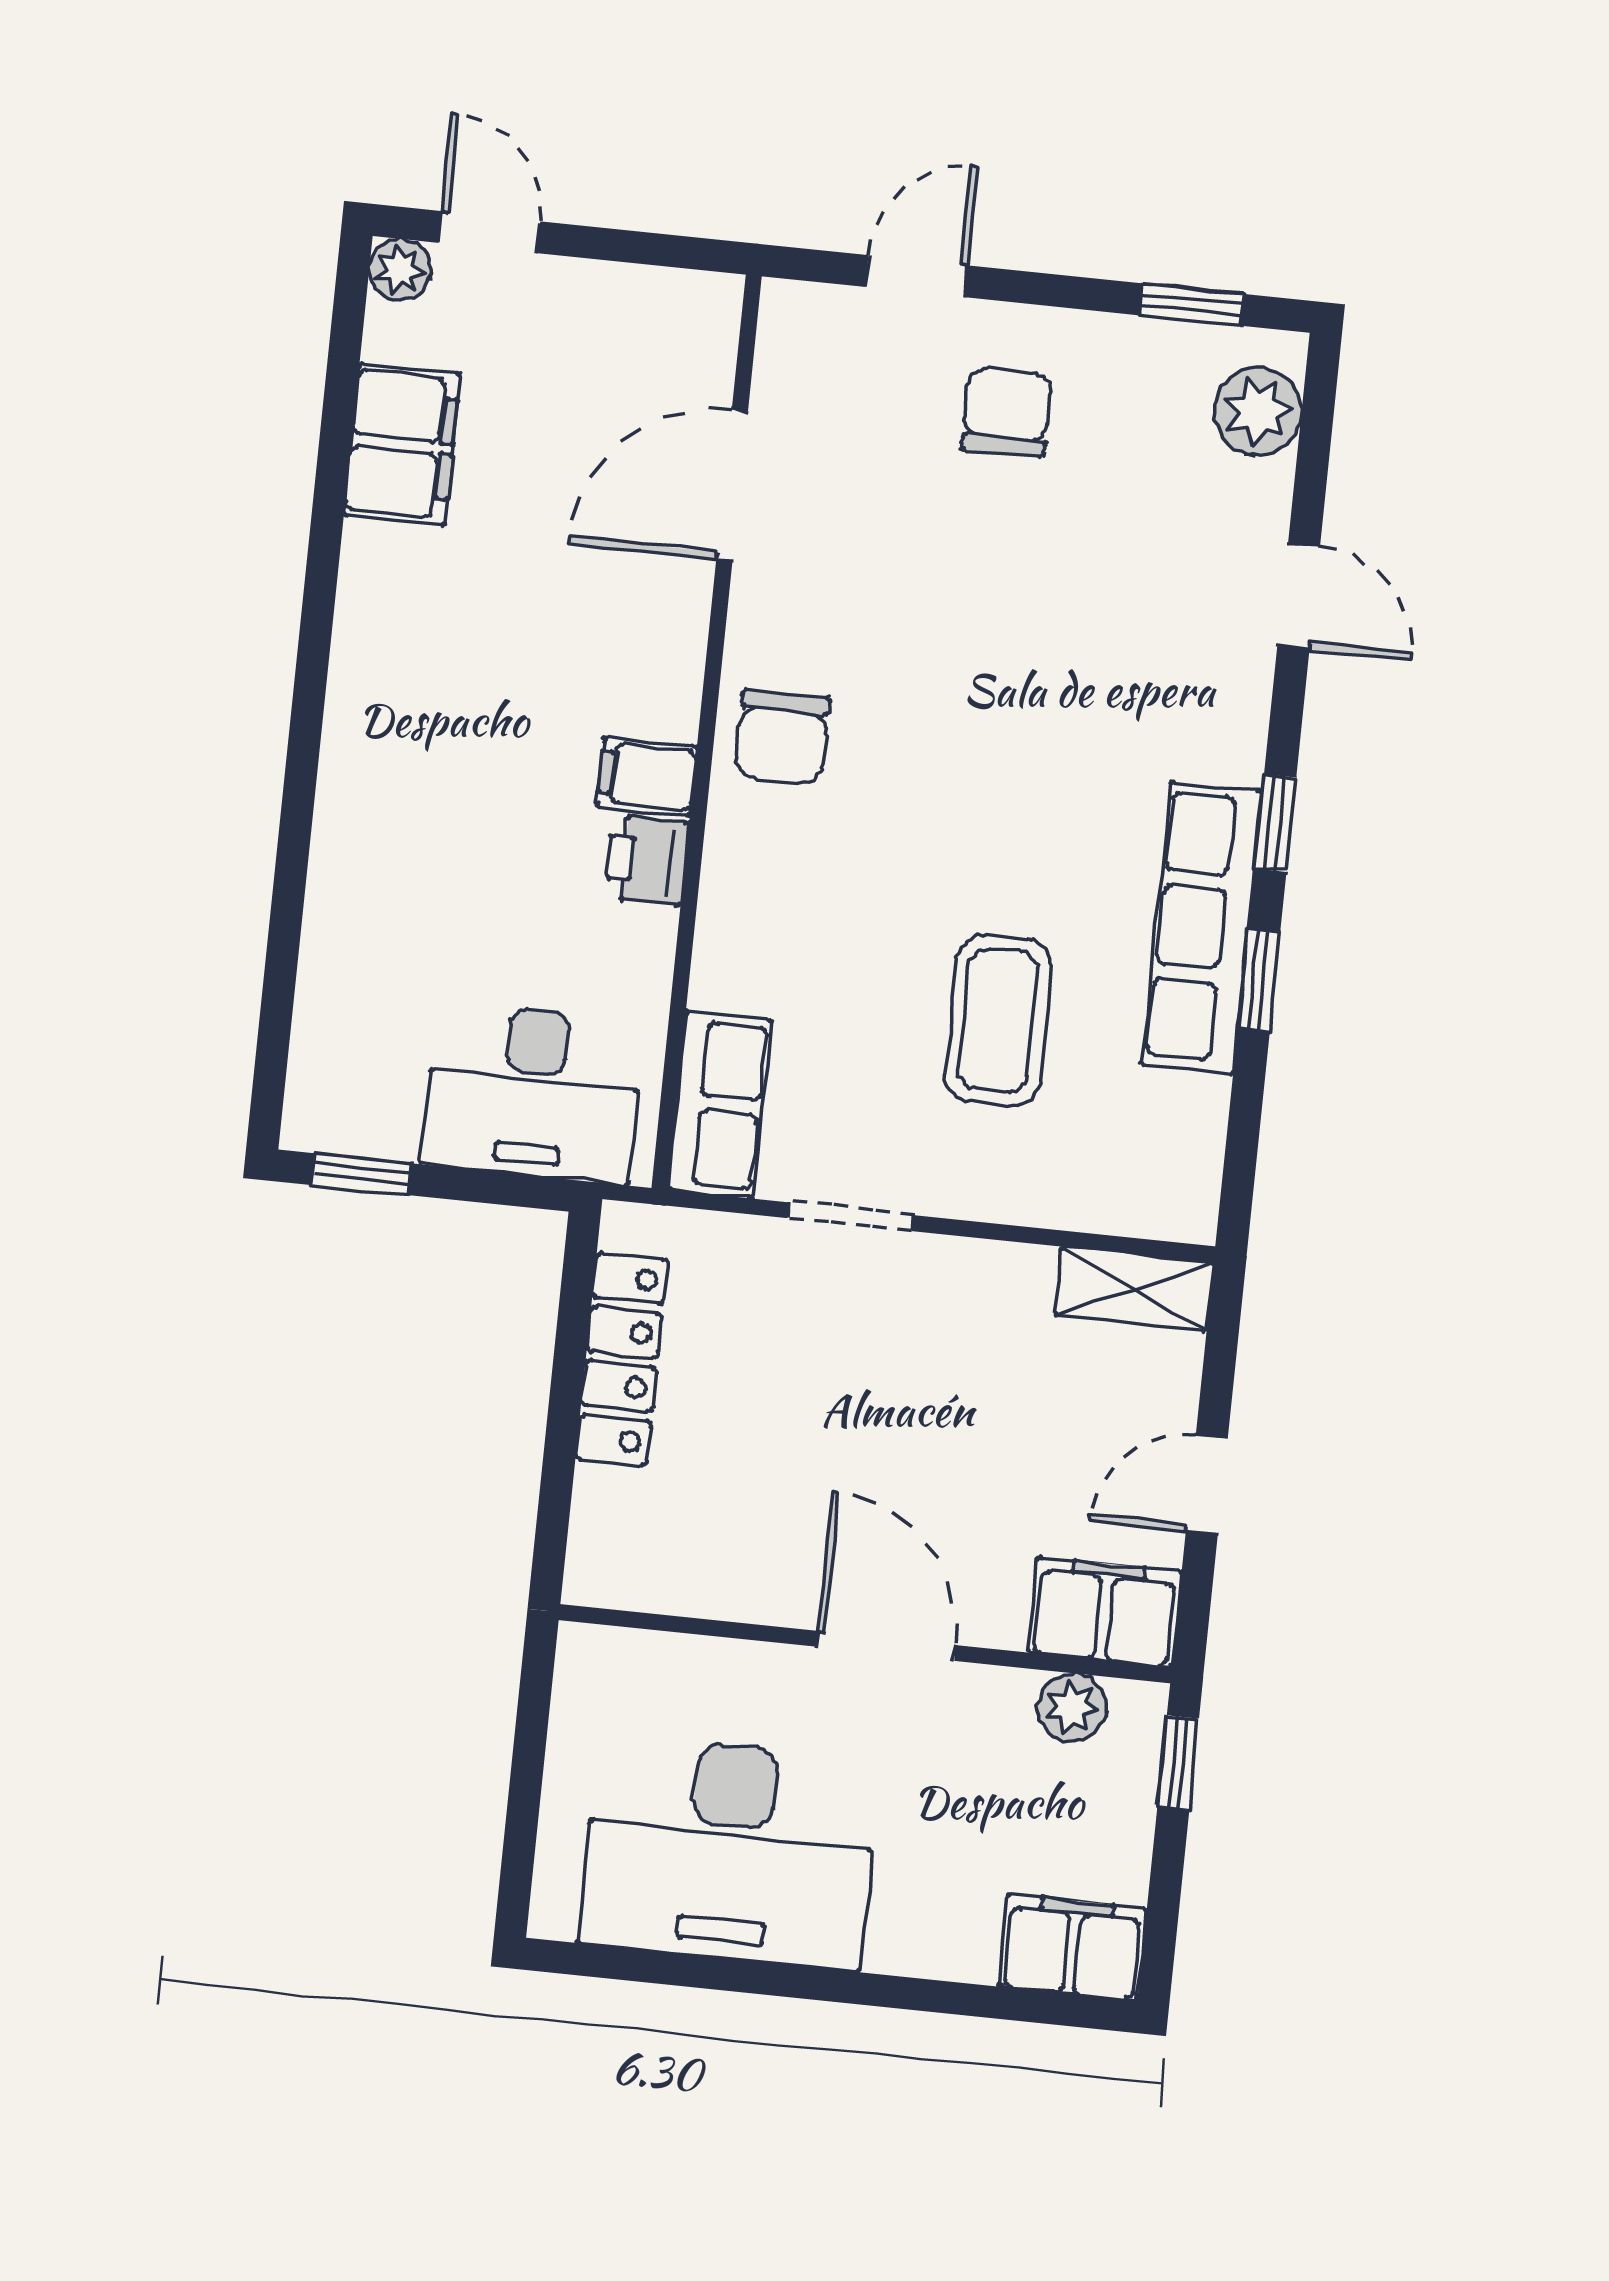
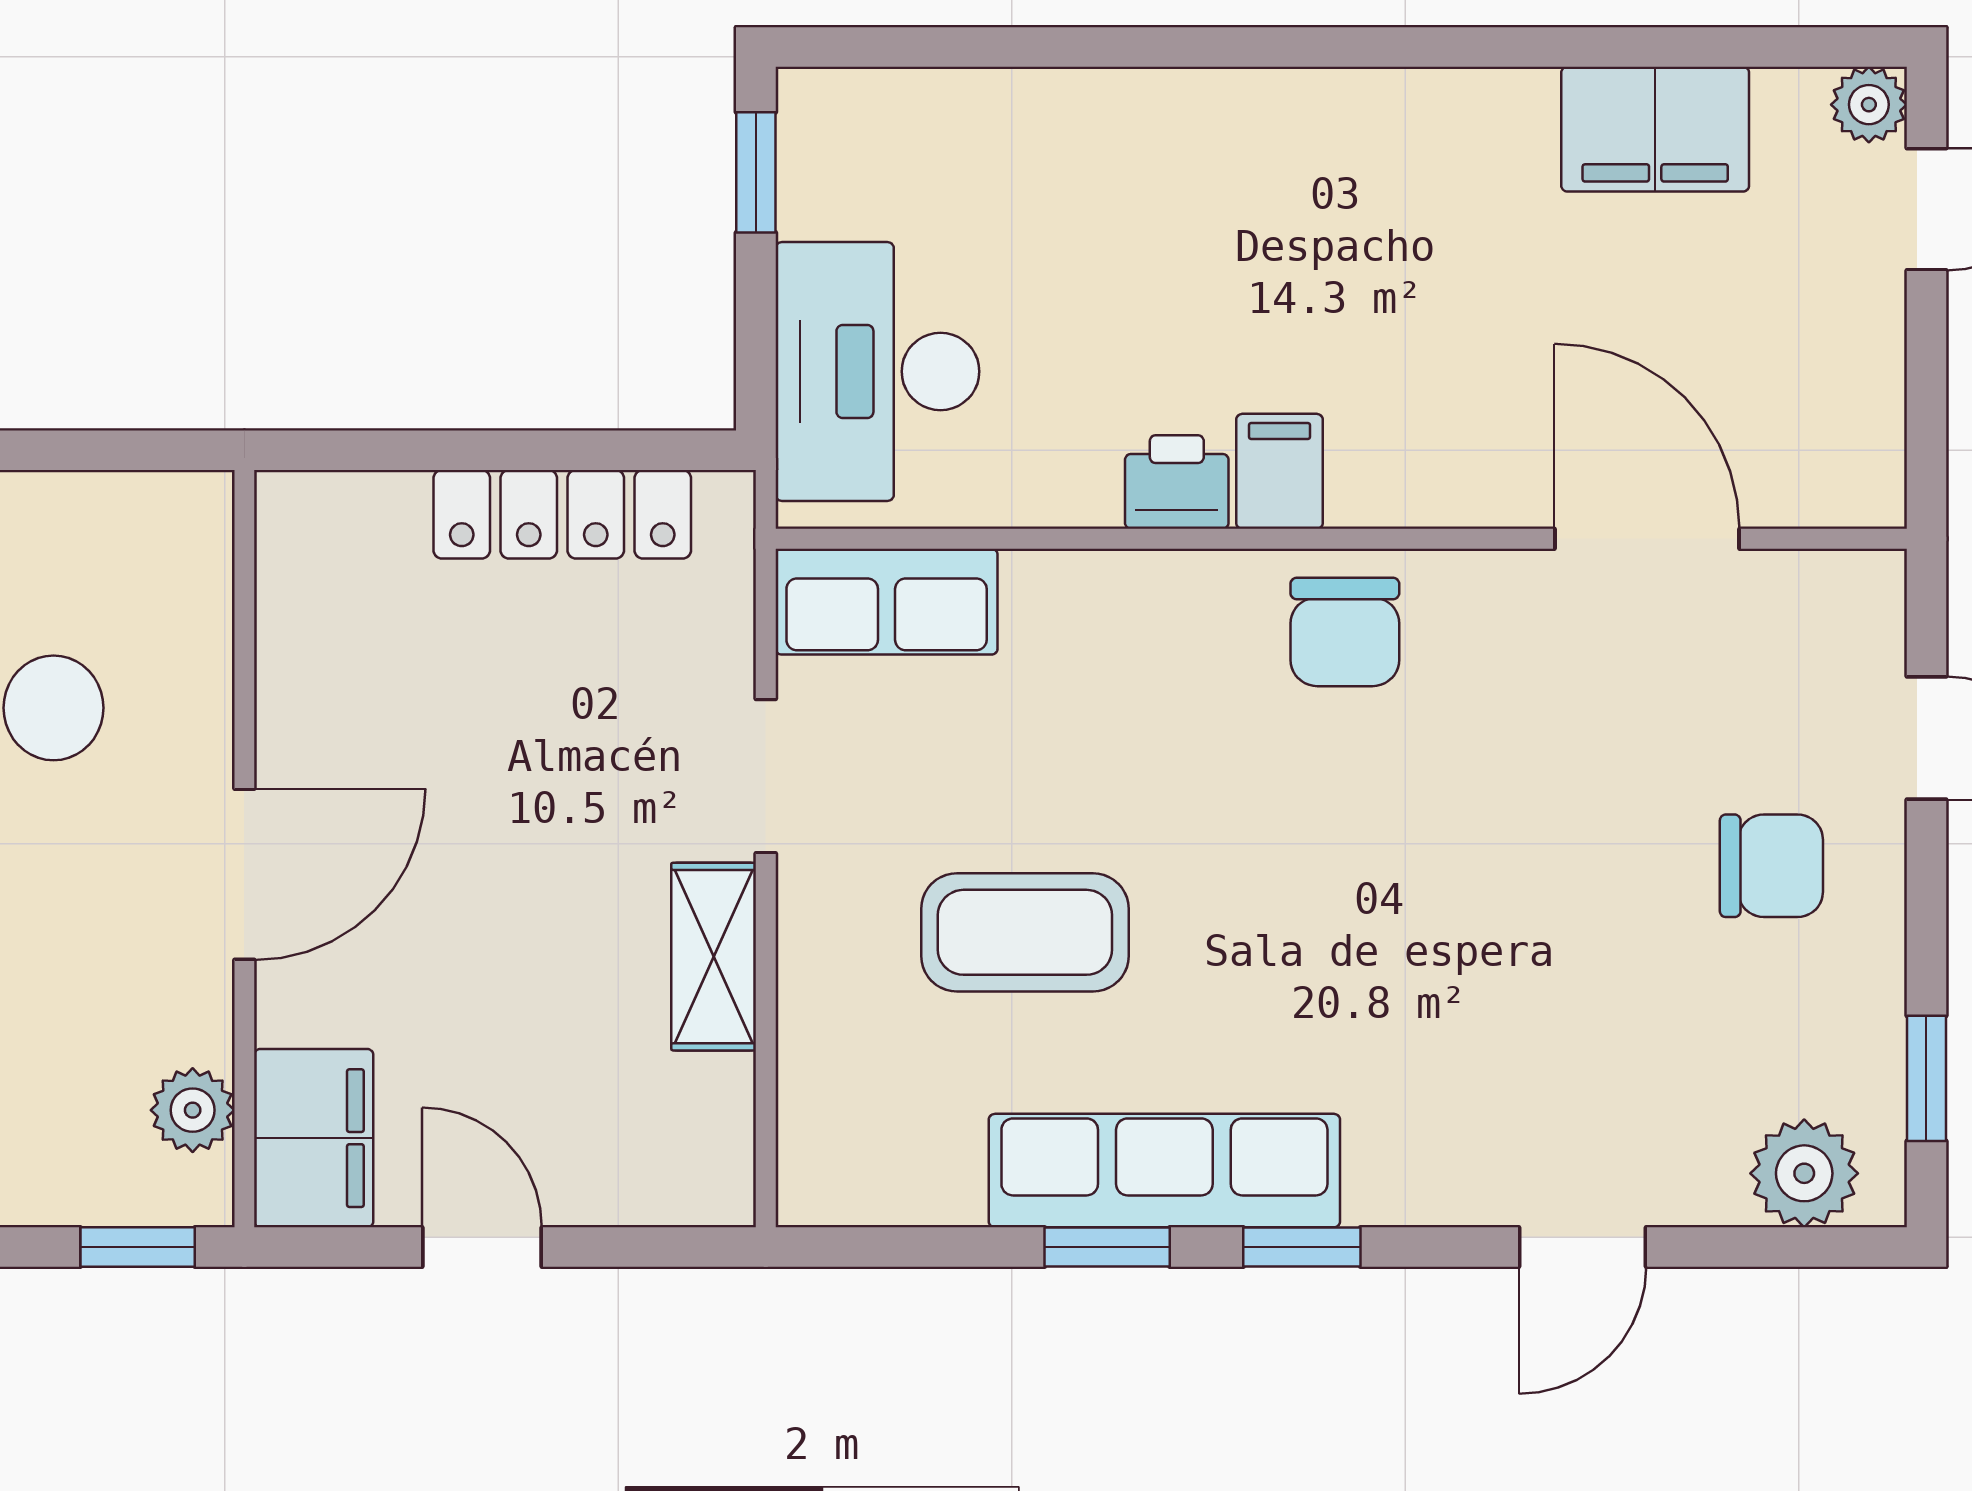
chair: (782, 737) -> (1345, 632), turned -90
shelving: (1134, 1289) -> (714, 957), moved

